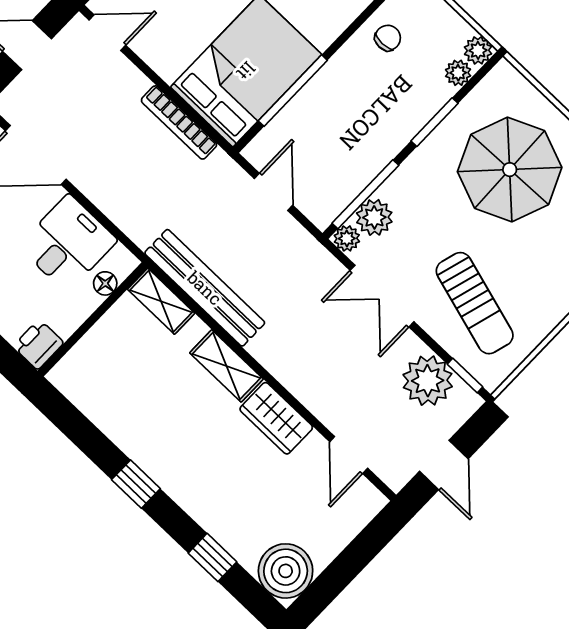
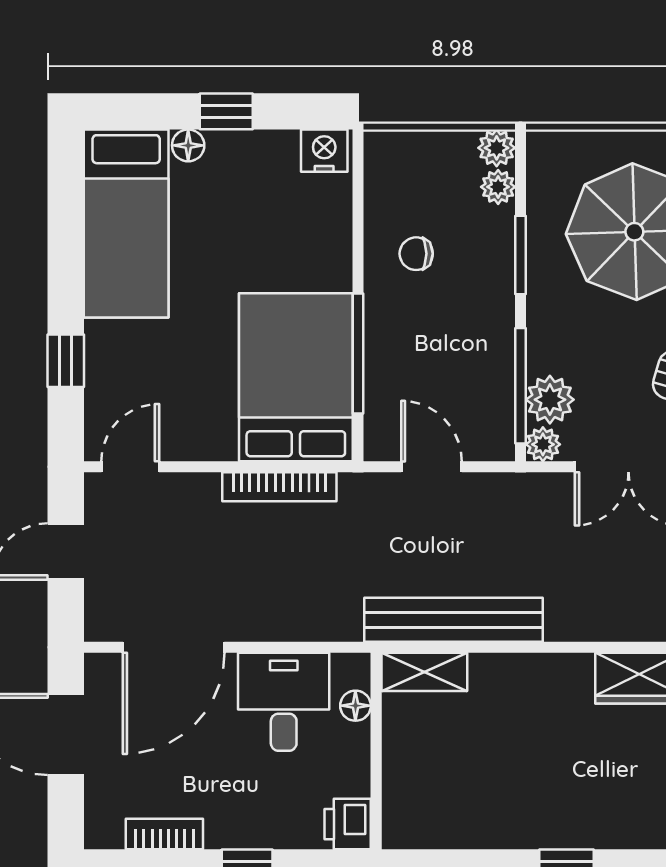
chair: (388, 38) -> (416, 254), moved, turned -90
shelving: (226, 366) -> (545, 674), removed

